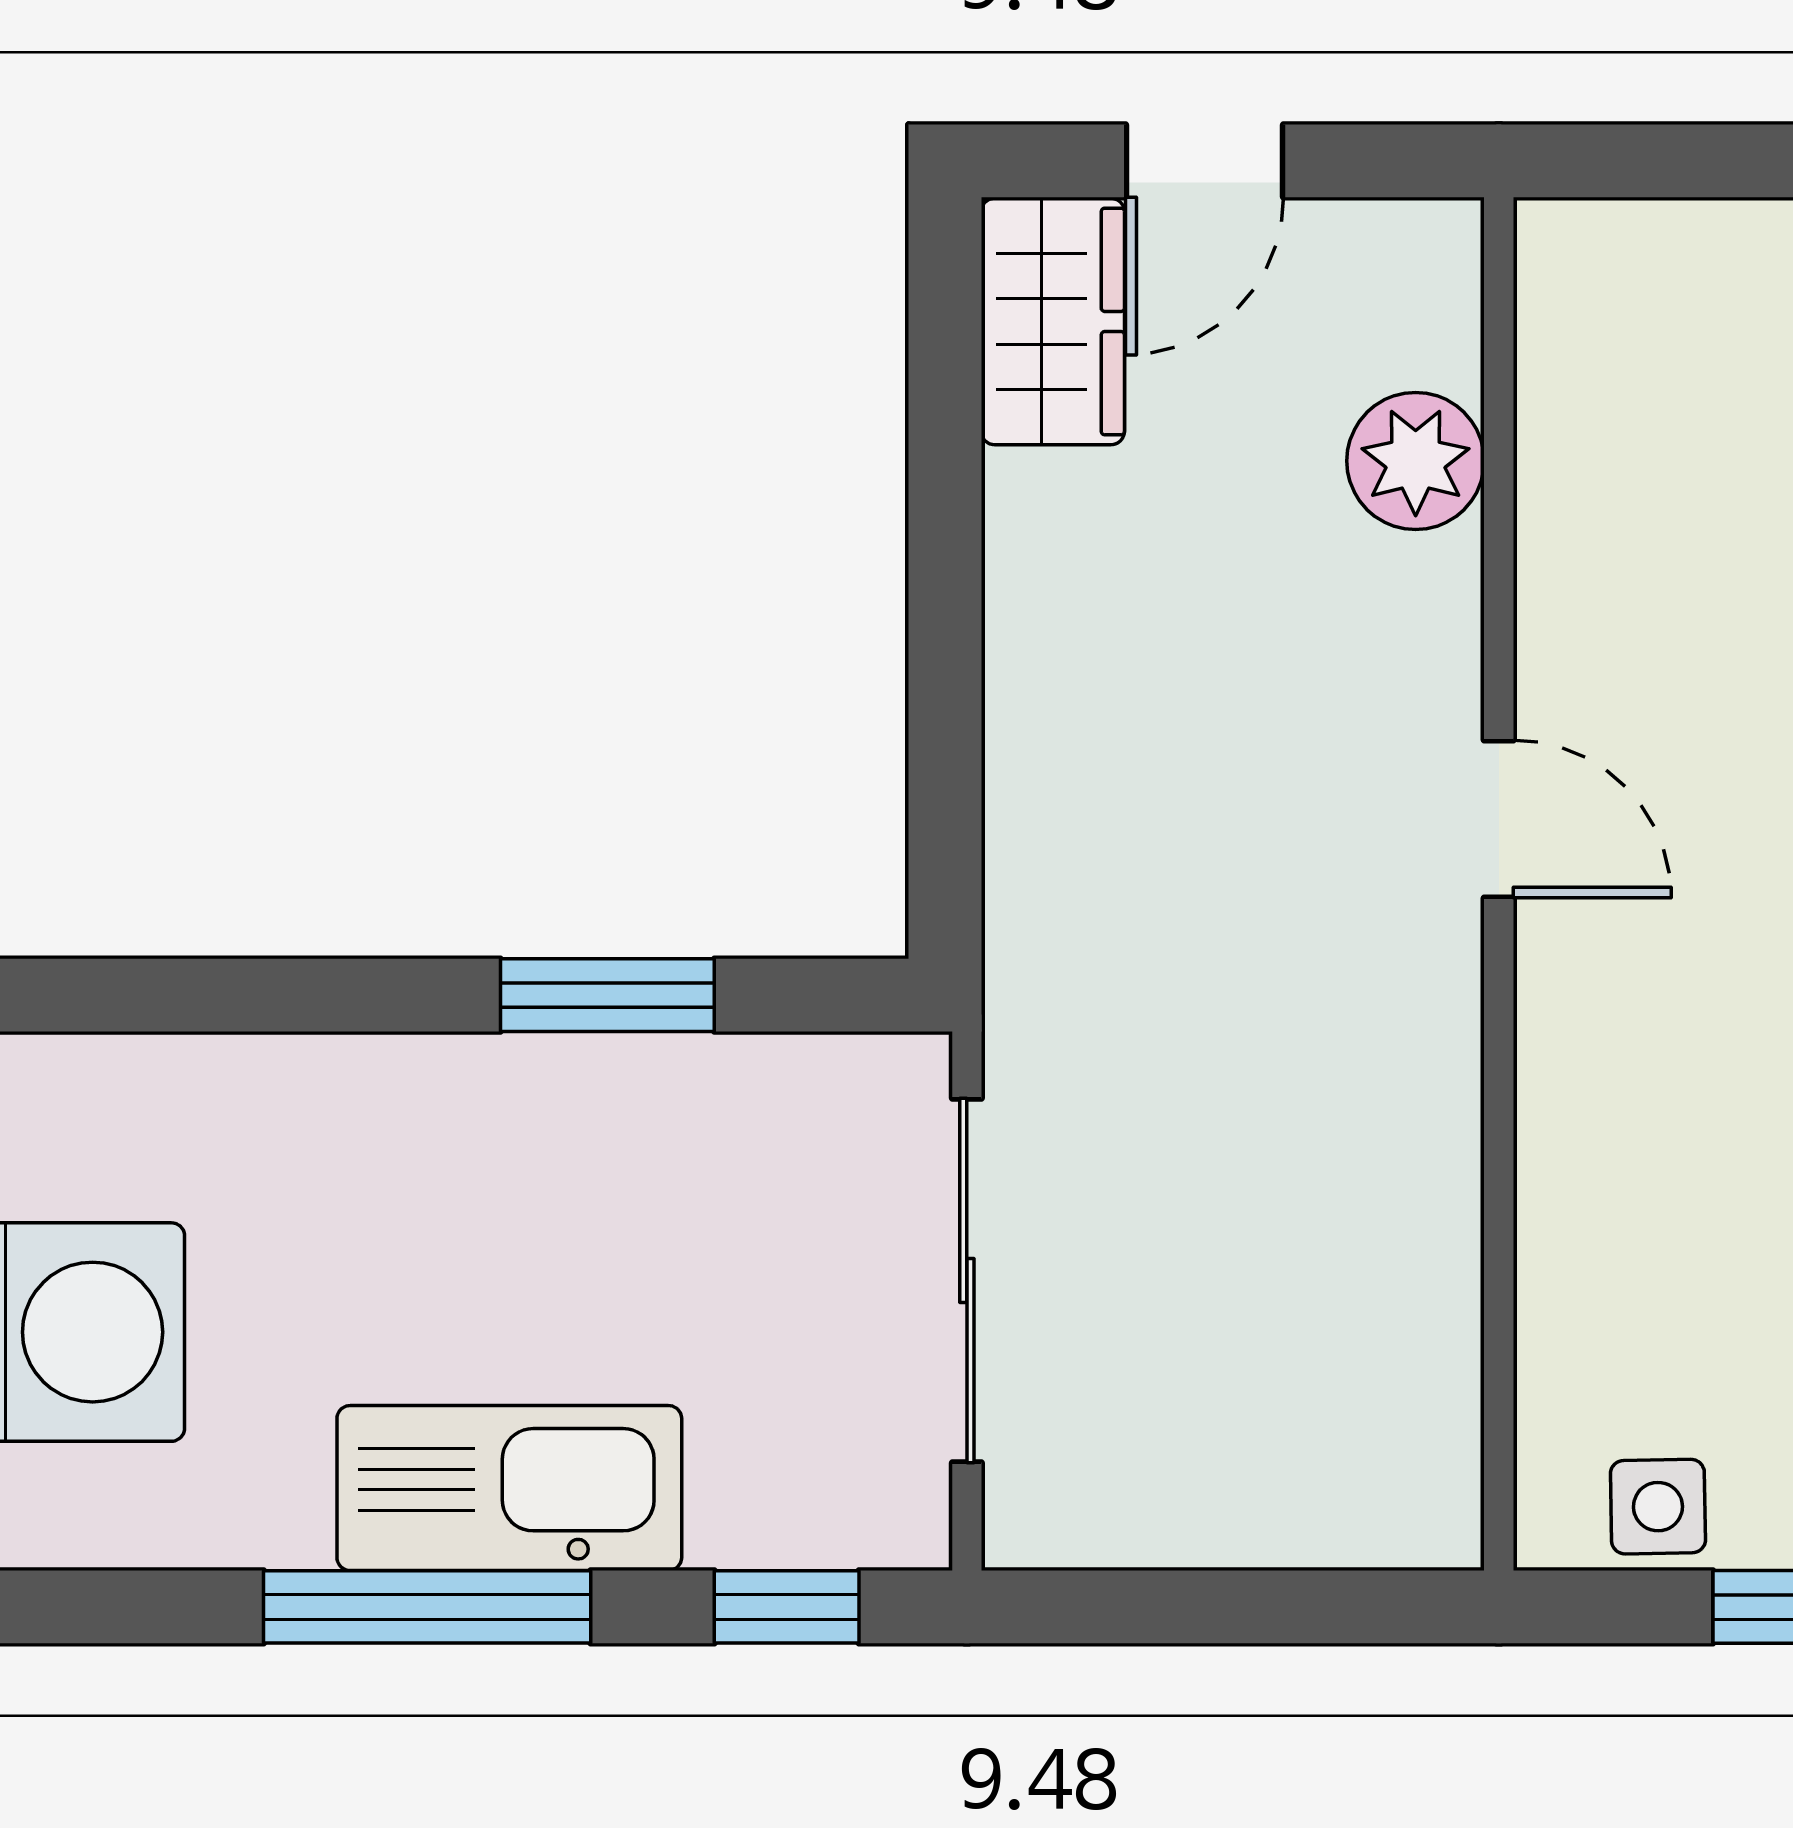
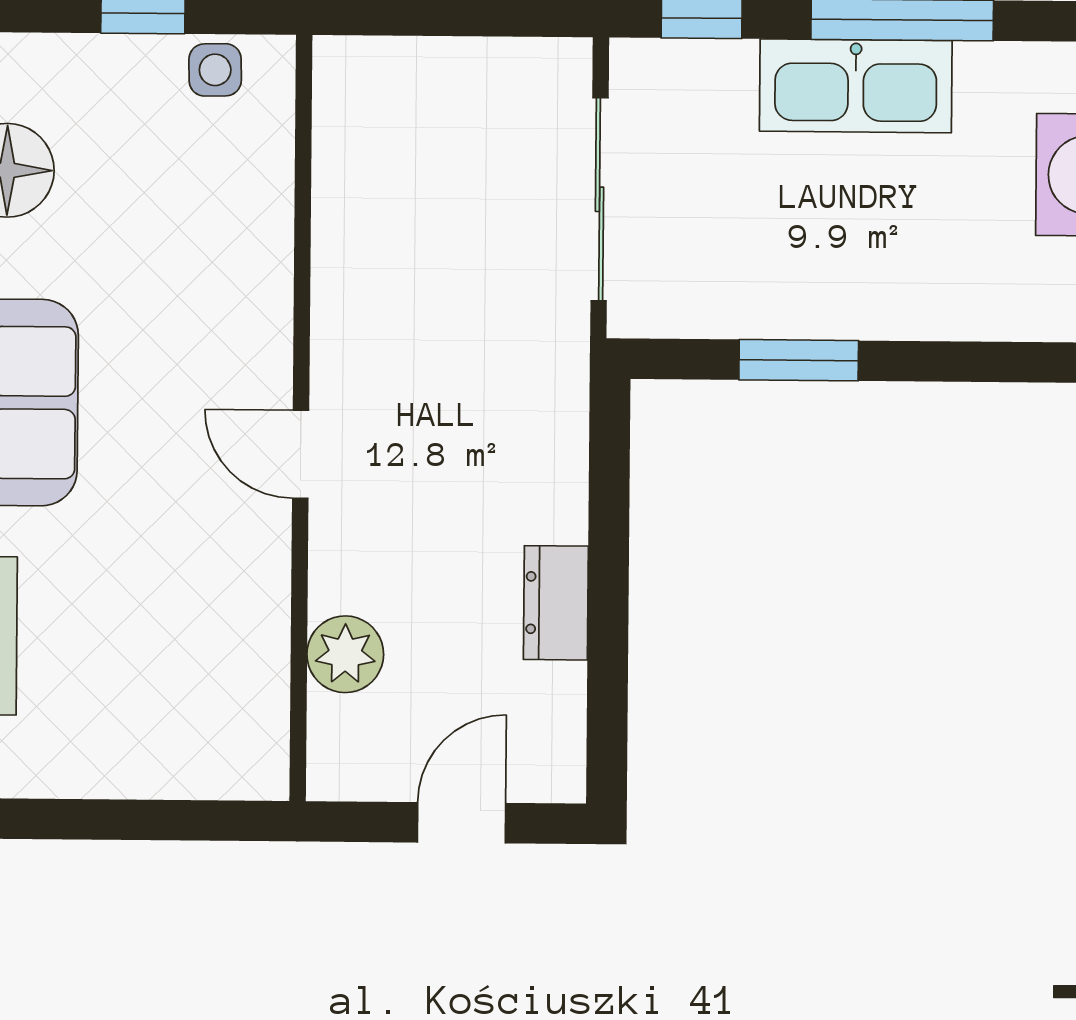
wardrobe: (1053, 321) -> (547, 734), removed
dresser: (1039, 557) -> (556, 603), added

